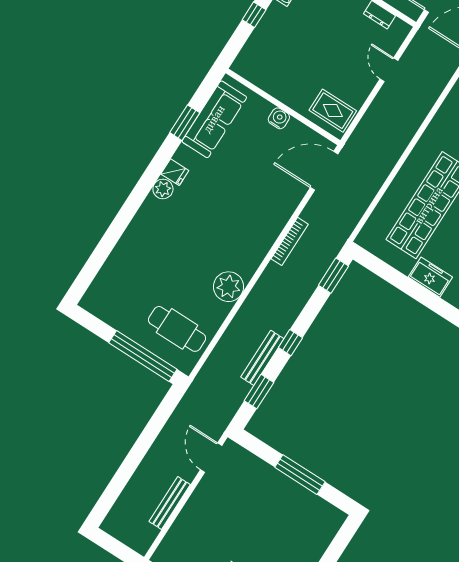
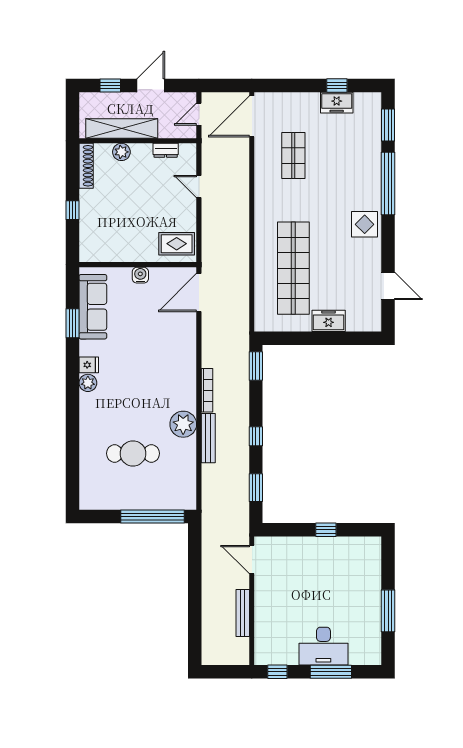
bookcase: (290, 241) -> (207, 390), moved
cafe table: (177, 329) -> (133, 453), moved
bench: (262, 358) -> (208, 438), moved
window: (300, 475) -> (326, 530), width x0.46

